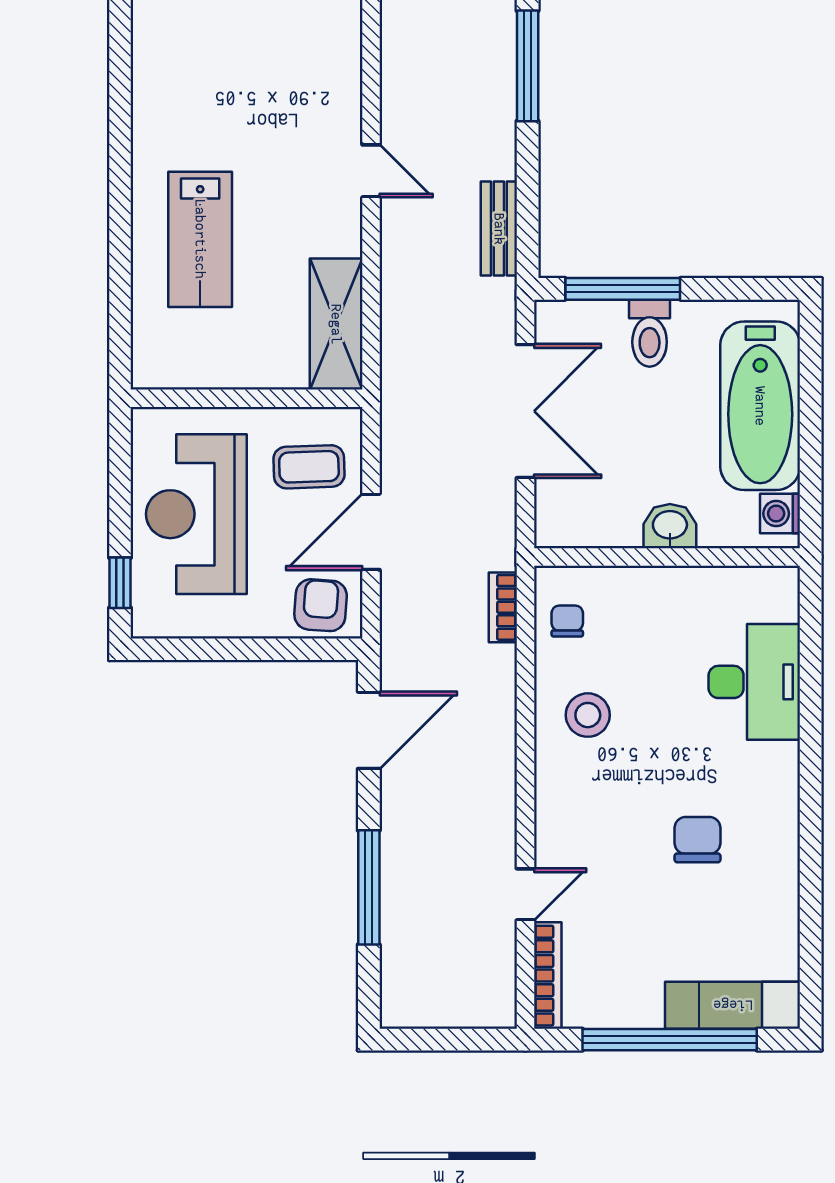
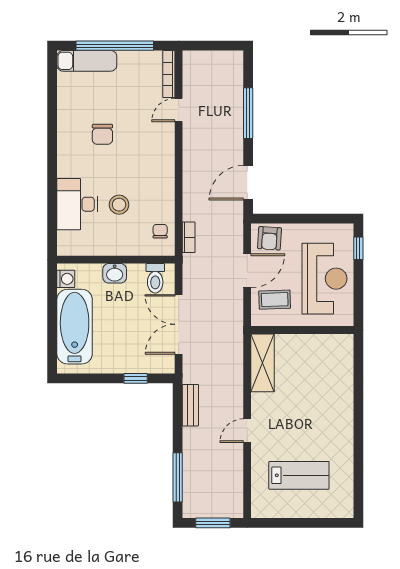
door: (371, 171) -> (247, 431), hinge flipped
lab bench: (200, 239) -> (299, 475), moved, turned 90
window: (623, 289) -> (136, 378), width x0.46
toilet: (650, 333) -> (155, 278), moved, turned 180
chair: (567, 621) -> (160, 231), turned 180
stool: (588, 715) -> (119, 205), moved

